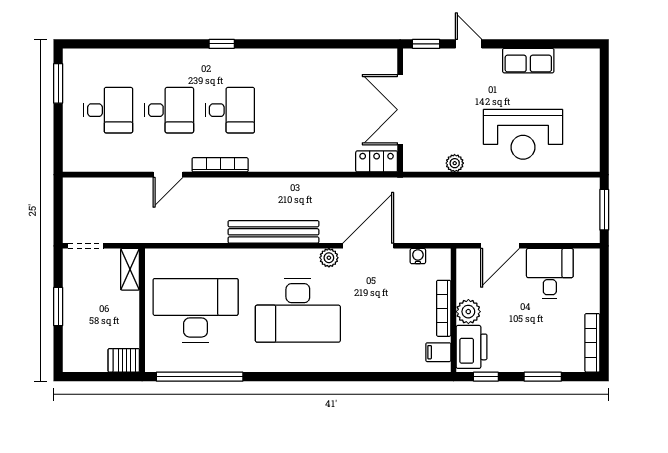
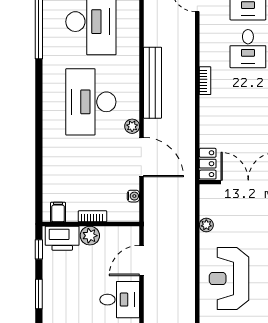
bookcase: (220, 165) -> (205, 81), moved, width x0.64
door: (500, 246) -> (141, 261), hinge flipped
bookcase: (444, 308) -> (92, 216), width x0.64

